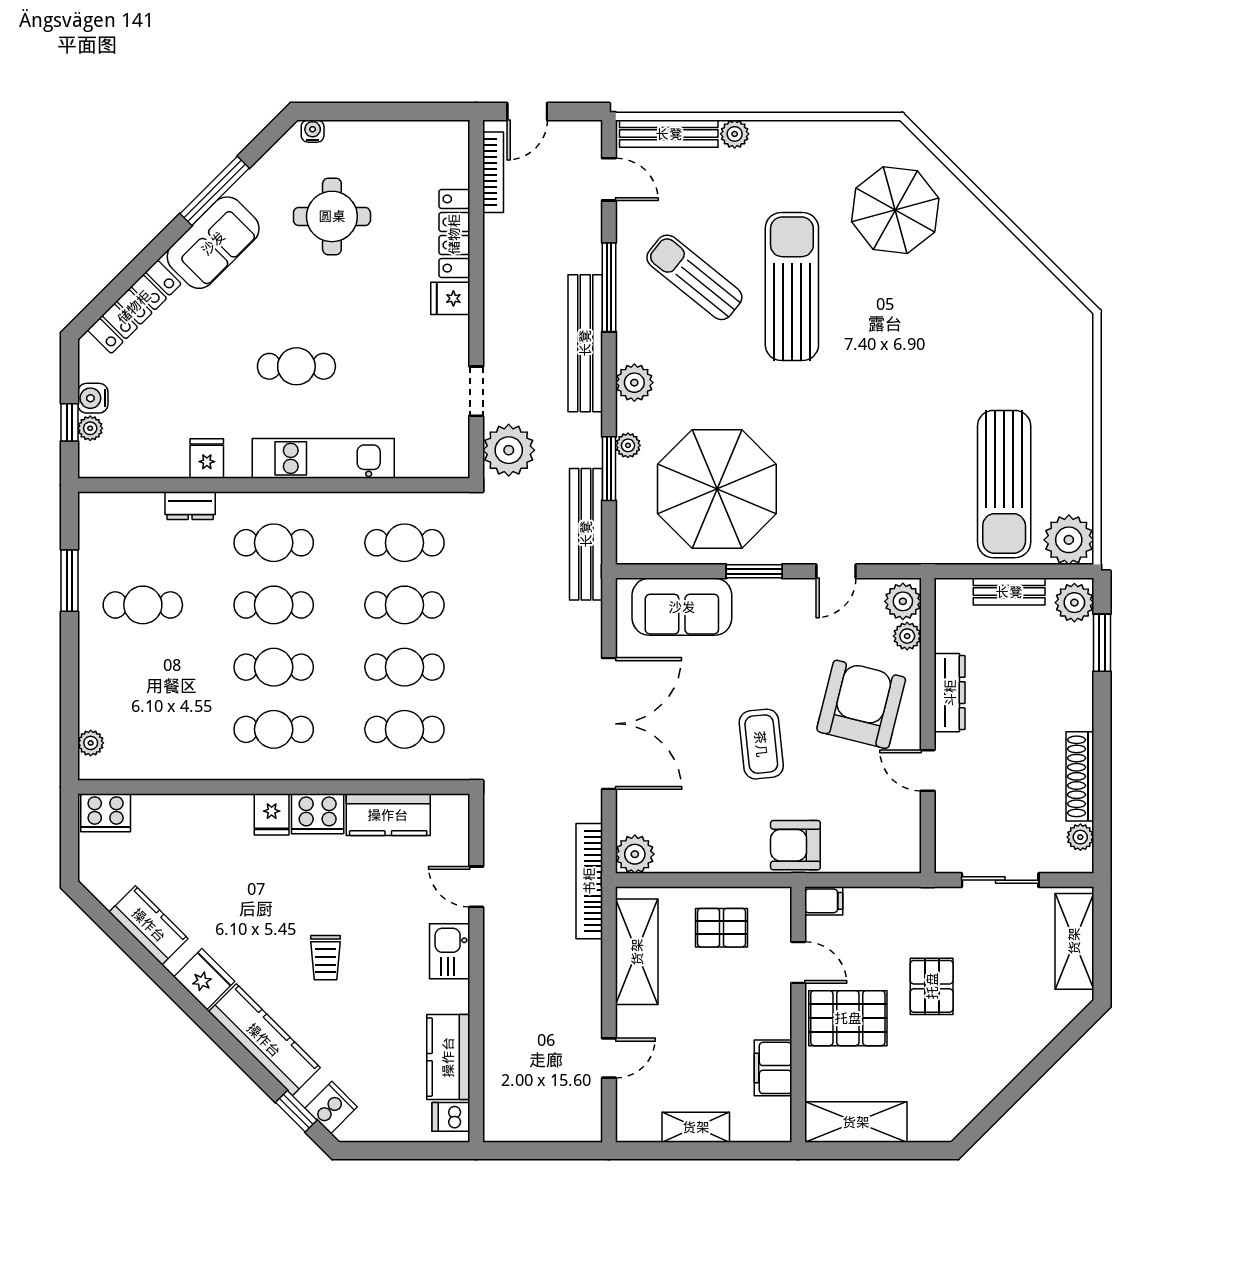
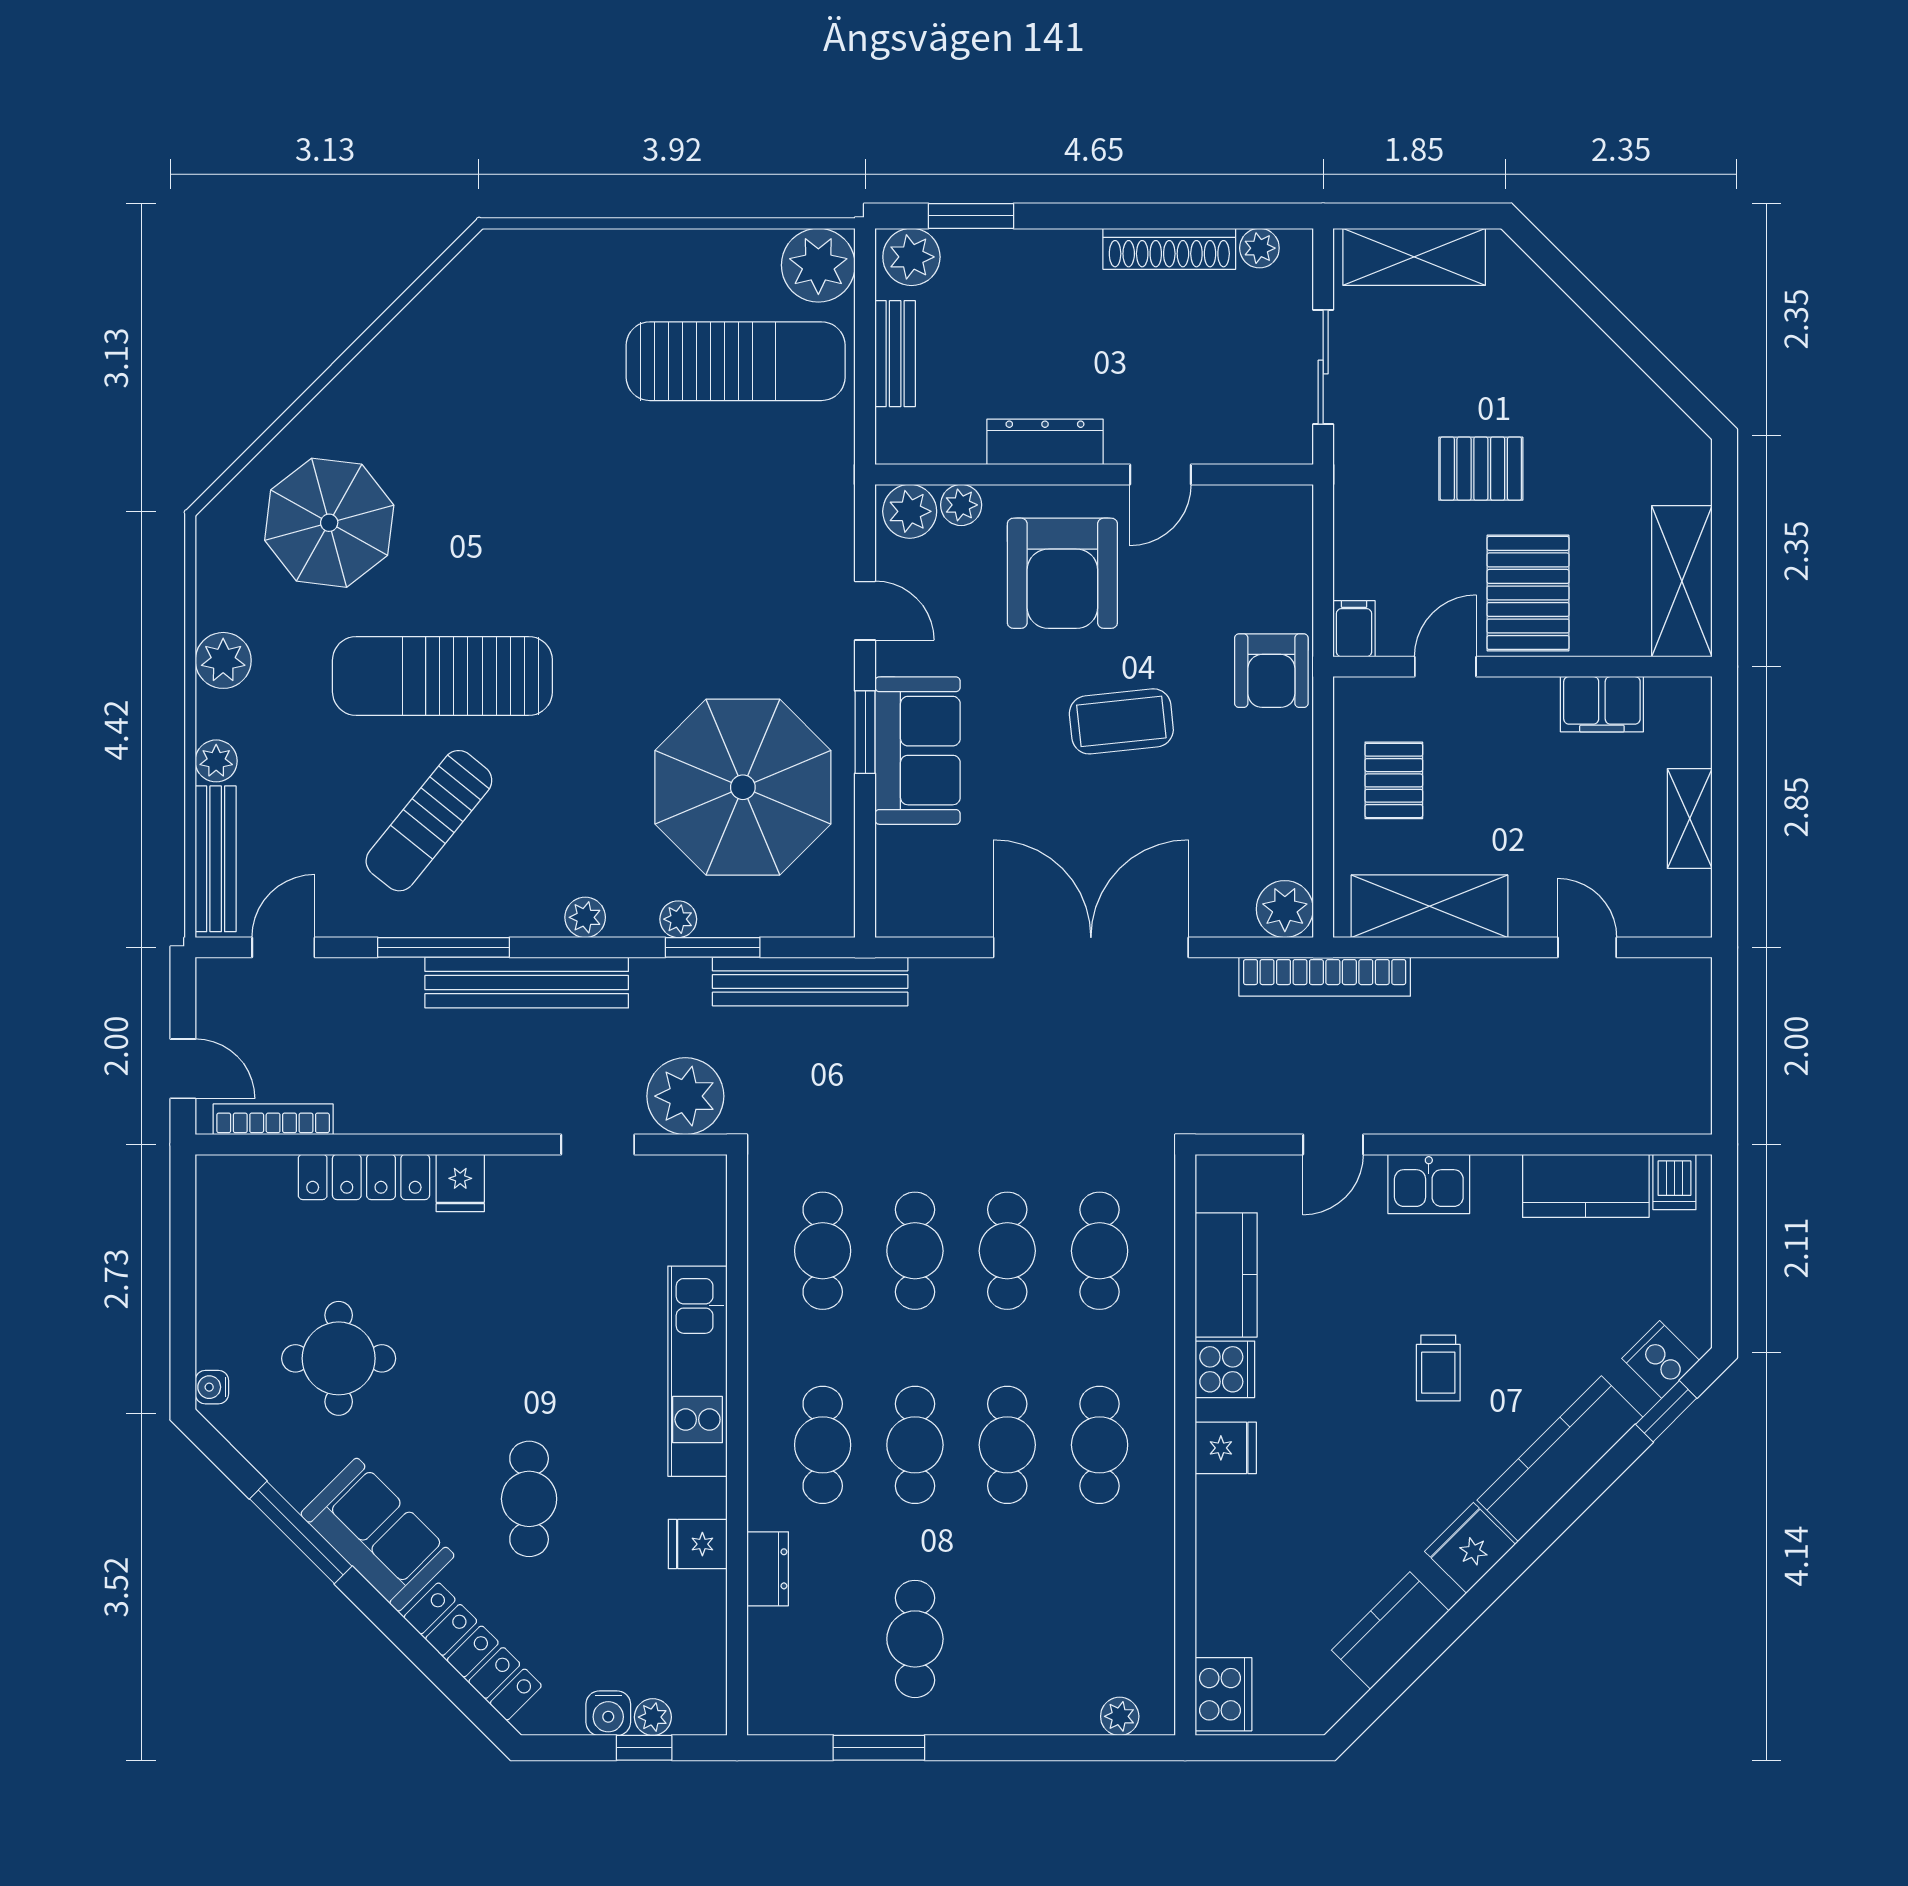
plant: (802, 139) -> (223, 660), added
cafe table: (296, 366) -> (529, 1499), moved
plant: (634, 383) -> (585, 917), width x0.73, depth x0.73
sofa: (682, 607) -> (918, 751), moved
armchair: (861, 704) -> (1062, 573), turned -104
cooker: (318, 814) -> (1225, 1369), width x0.73
trolley: (325, 958) -> (1438, 1368), turned 90

